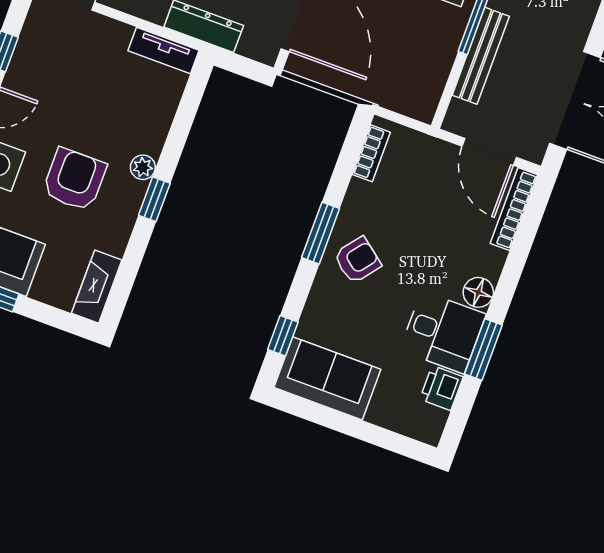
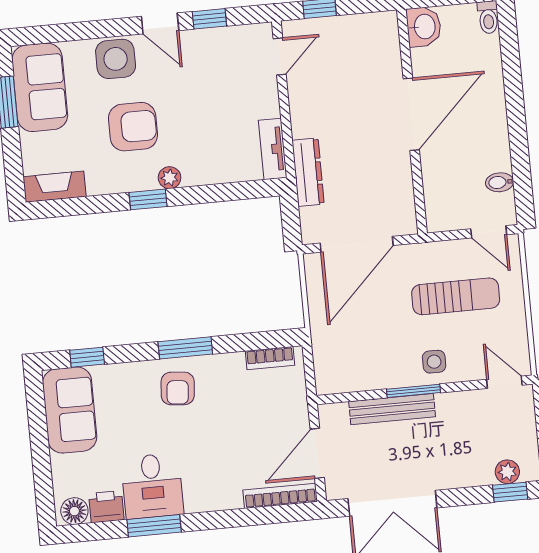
armchair: (357, 260) -> (178, 388), turned 57
floor lamp: (478, 292) -> (74, 511), moved

